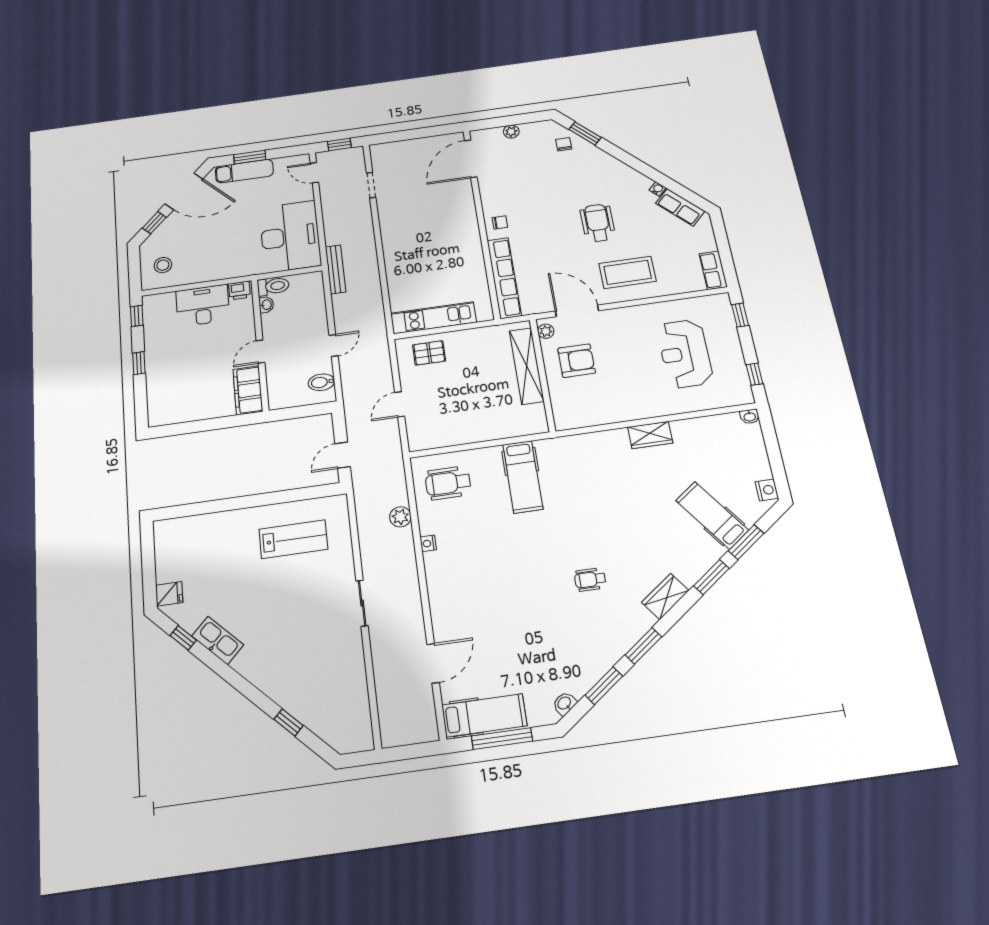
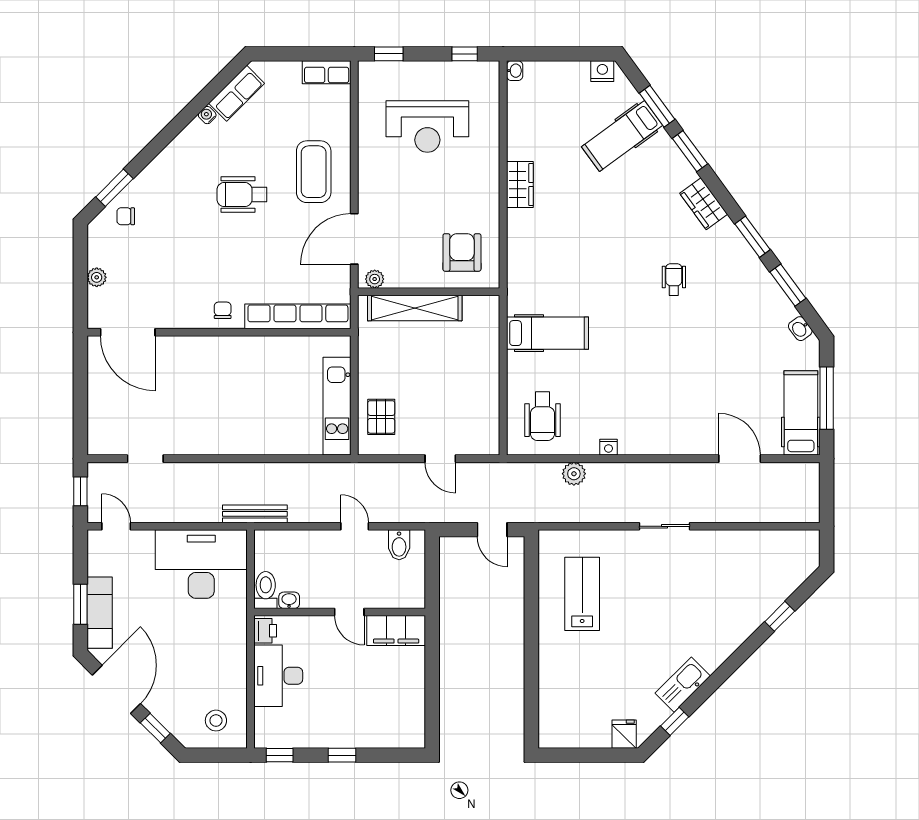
door: (314, 173) -> (116, 526), swing flipped
armchair: (576, 361) -> (462, 252), moved
wheelchair: (590, 579) -> (674, 279), turned 180

